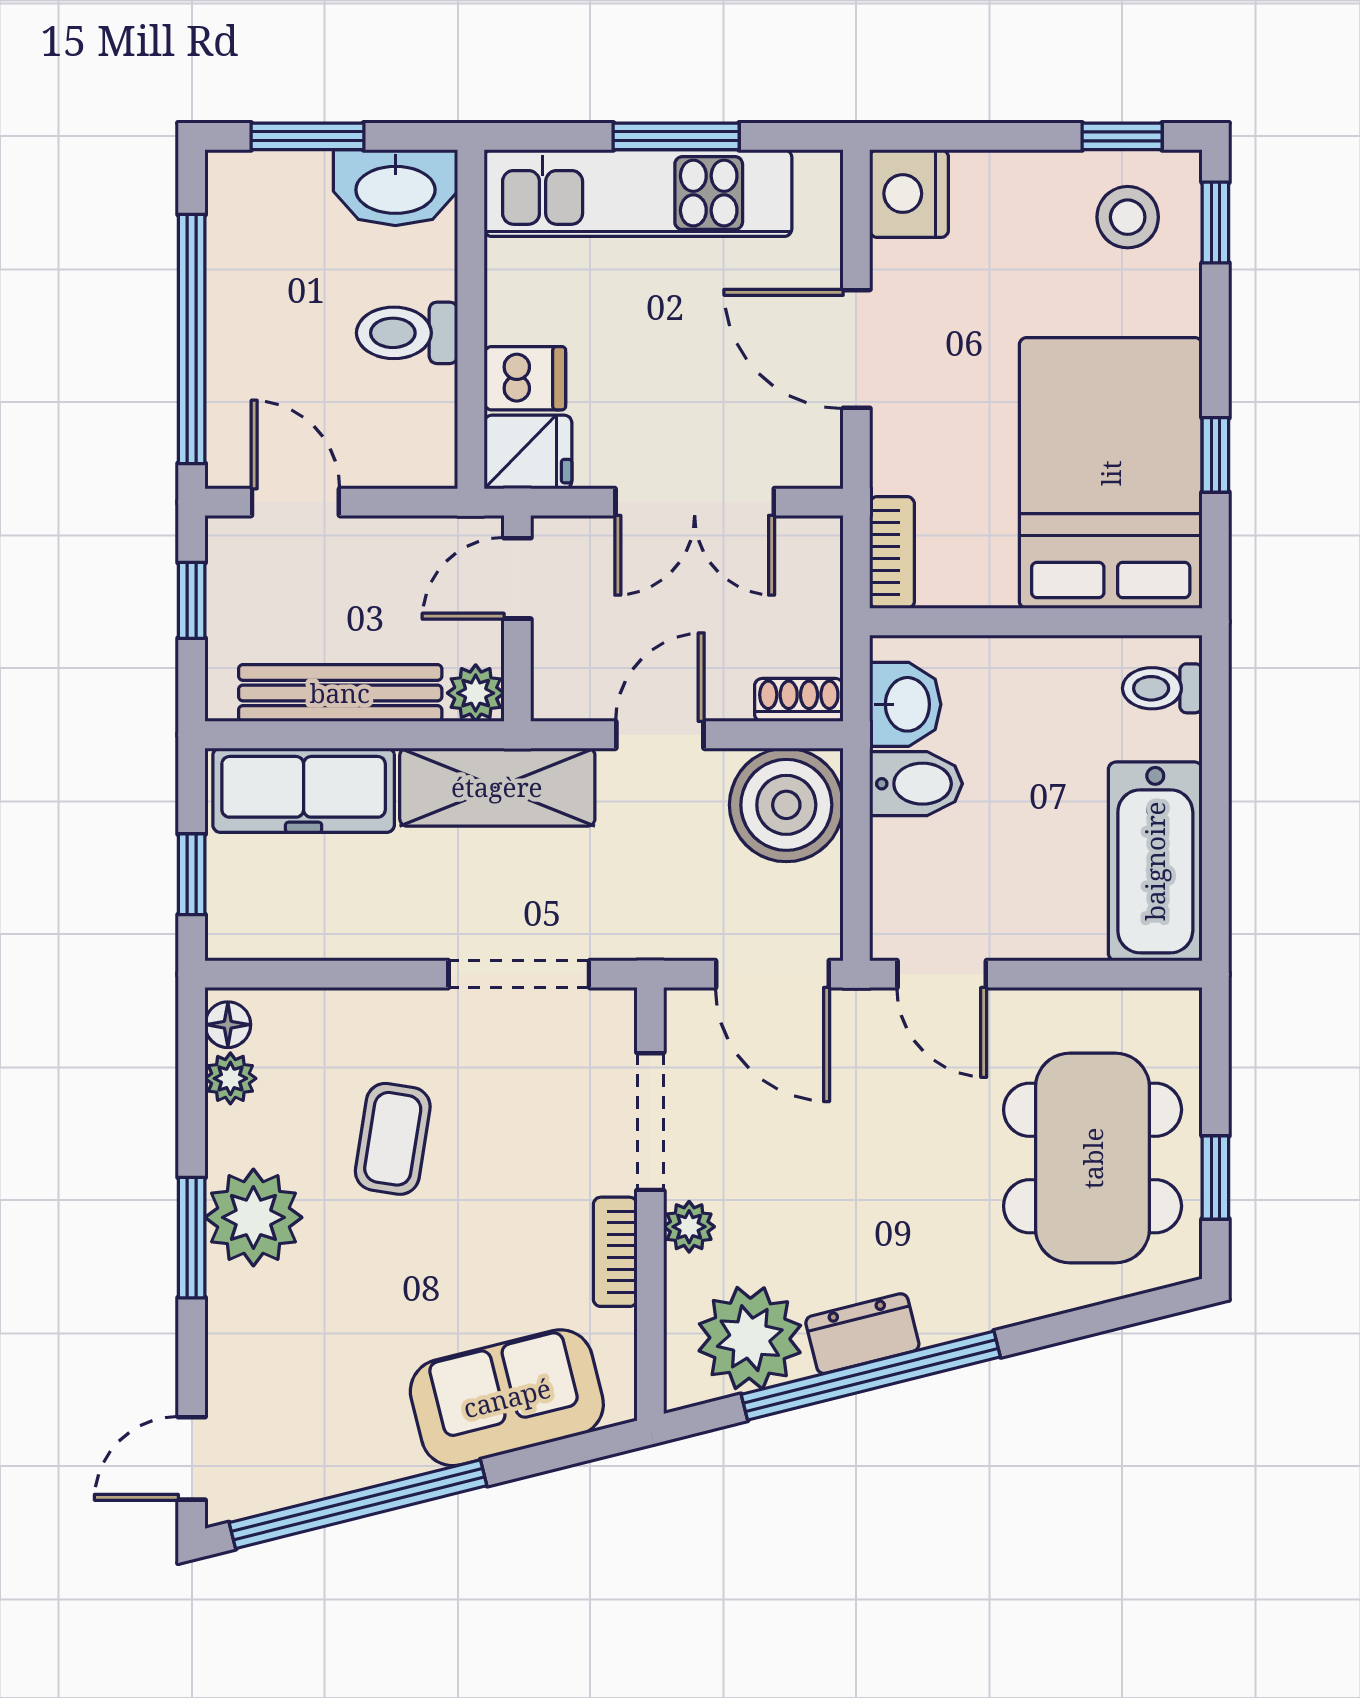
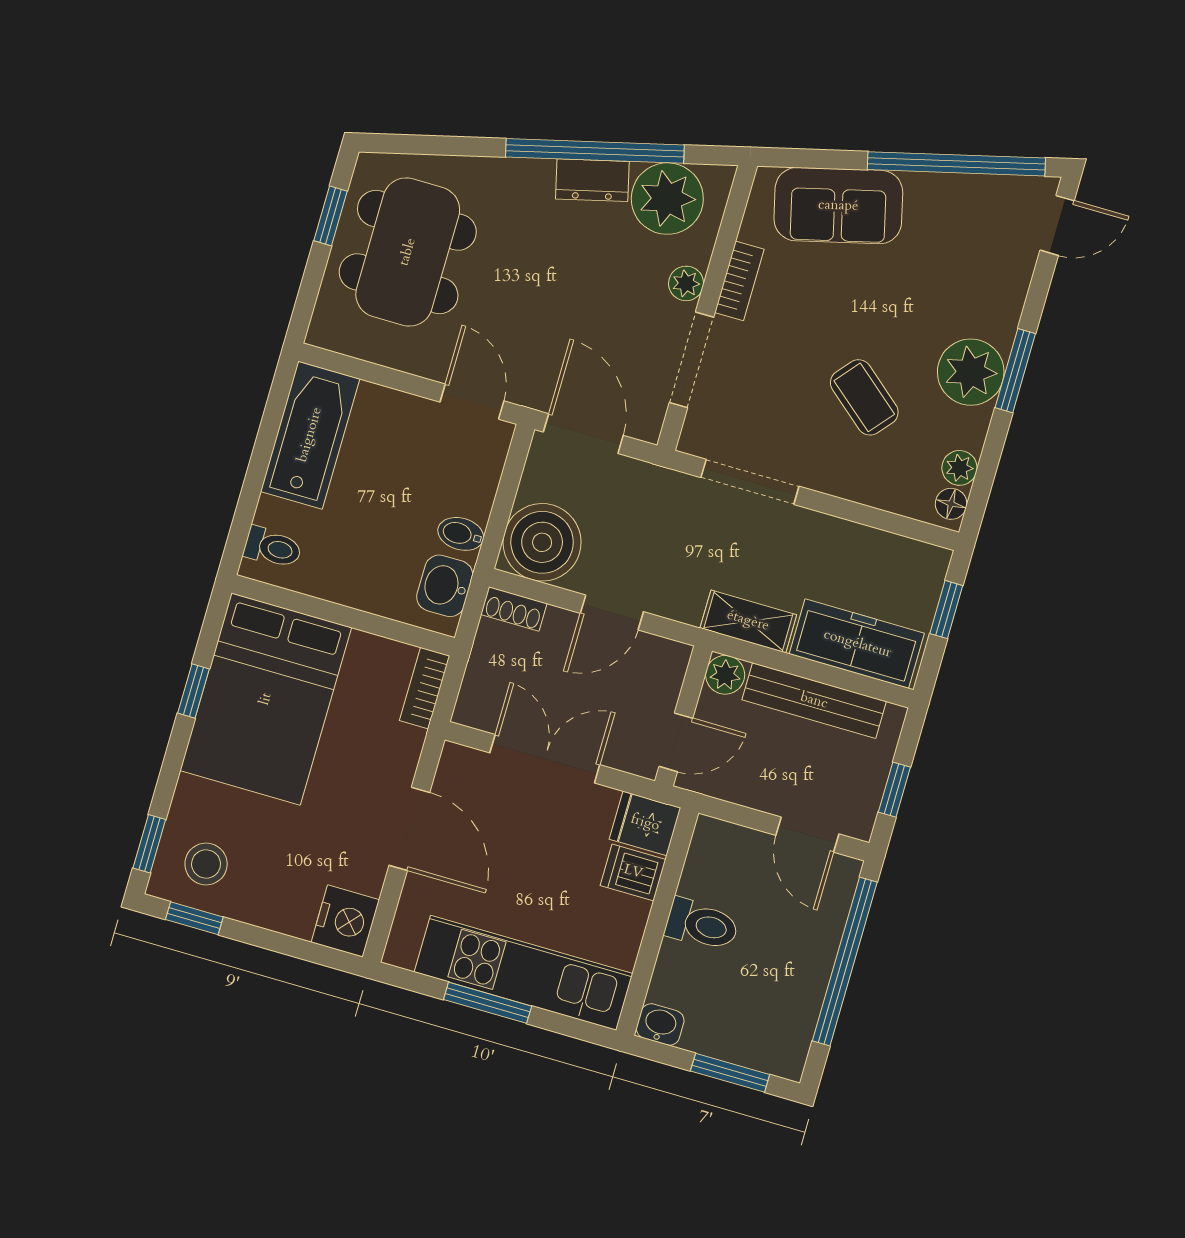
washbasin: (395, 188) -> (660, 1024), width x0.52, depth x0.69
bidet: (916, 784) -> (461, 534), width x0.72, depth x0.74
shelving: (497, 787) -> (748, 621), width x0.67, depth x0.75
coffee table: (393, 1139) -> (864, 397), turned -59

